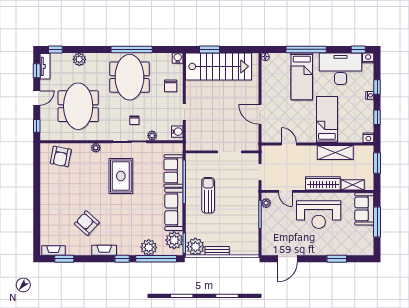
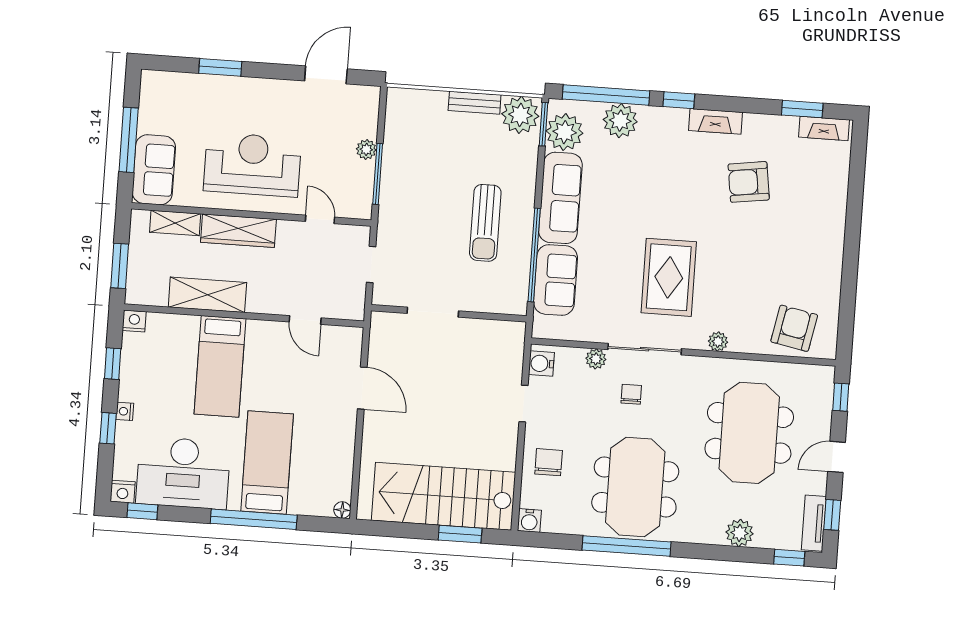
plant: (266, 203) -> (366, 149), moved
armchair: (87, 223) -> (749, 182), turned 130

